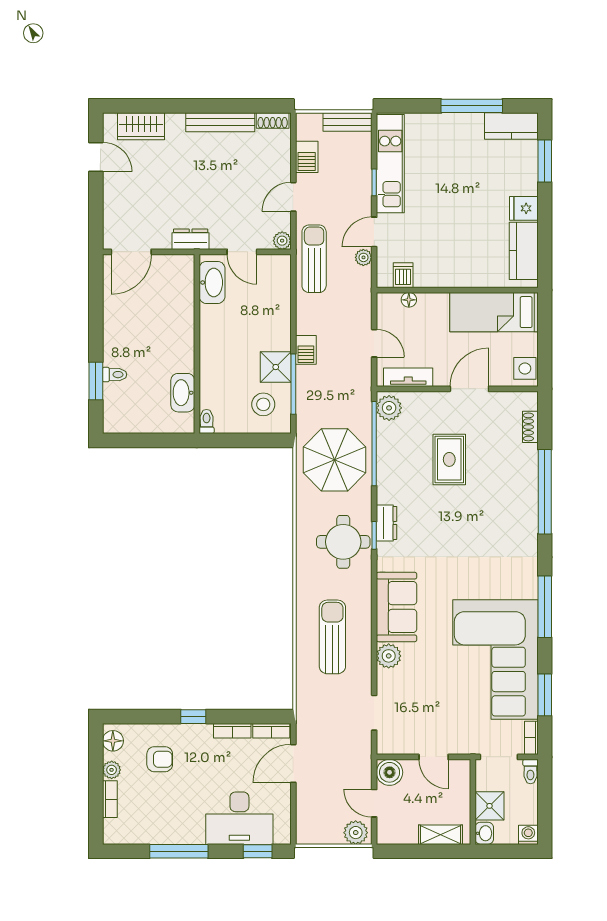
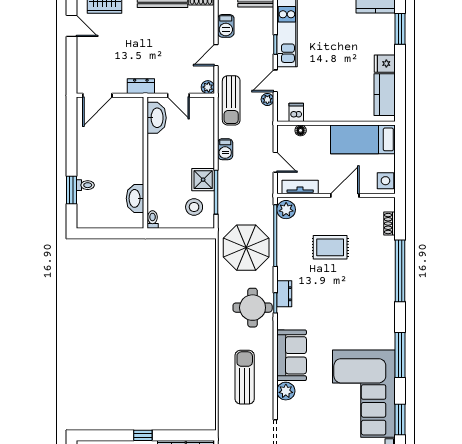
sun lounger: (314, 259) -> (231, 100), turned 180
barbecue: (306, 350) -> (225, 149), moved
rug: (449, 459) -> (330, 247), turned 90

